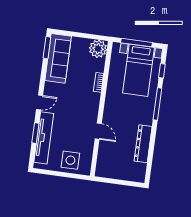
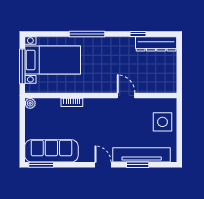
plant: (98, 49) -> (30, 103), width x0.53, depth x0.53
window: (162, 71) -> (138, 34), moved
door: (98, 131) -> (126, 95), hinge flipped
dresser: (143, 144) -> (156, 44), moved

